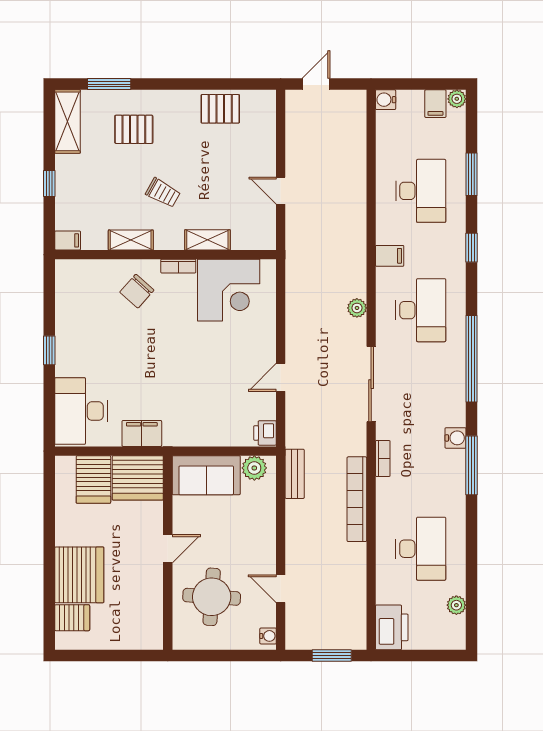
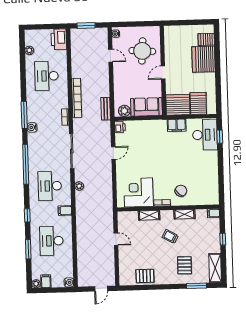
pallet: (134, 129) -> (184, 265), turned 90
window: (49, 350) -> (220, 137), moved

